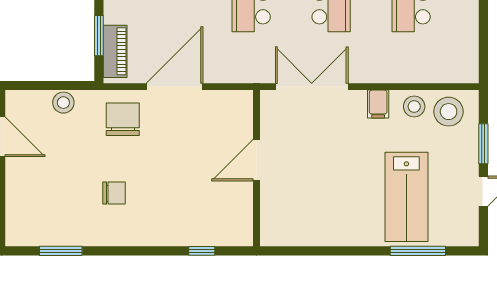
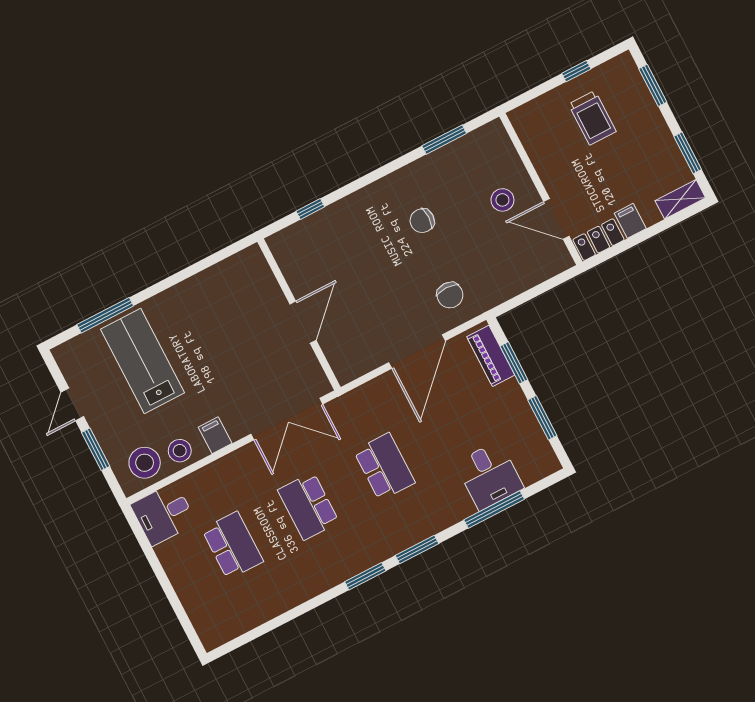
desk: (455, 61) -> (164, 514), added
stool: (63, 103) -> (502, 200), moved
chair: (123, 119) -> (450, 295), width x0.73, depth x0.73

